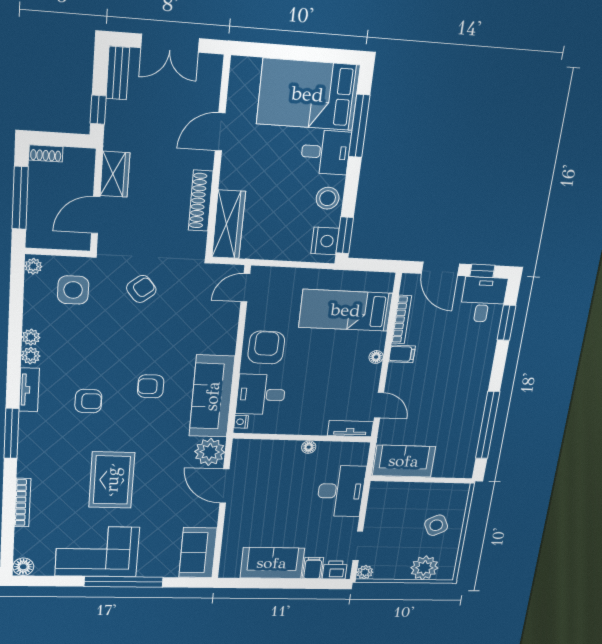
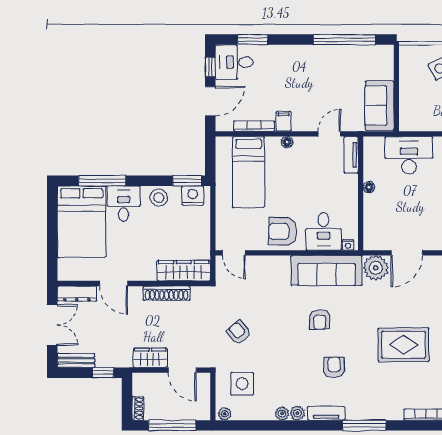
dresser: (211, 81) -> (77, 294), added

